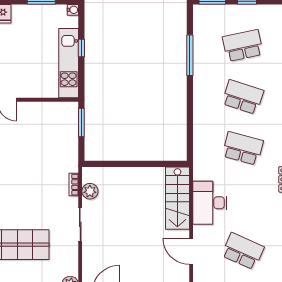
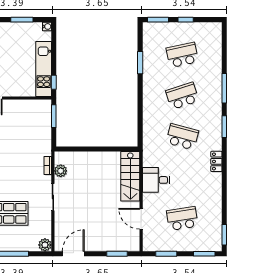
window: (81, 48) -> (54, 82), moved
window: (190, 55) -> (140, 63), width x0.69
school desk: (243, 97) -> (182, 96), turned -36
desk: (210, 203) -> (156, 180), width x0.73
school desk: (243, 251) -> (182, 218), turned -33

